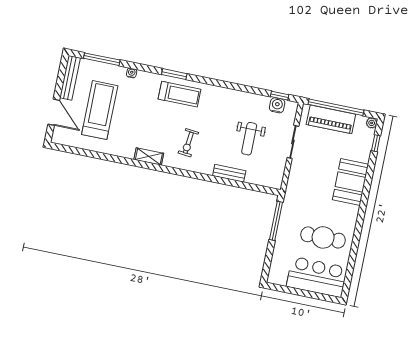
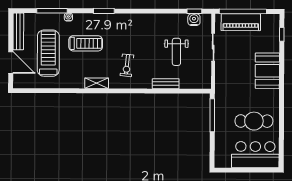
window: (102, 59) -> (52, 11), moved
treadmill: (180, 94) -> (86, 43), moved
plant: (372, 123) -> (275, 18), removed

